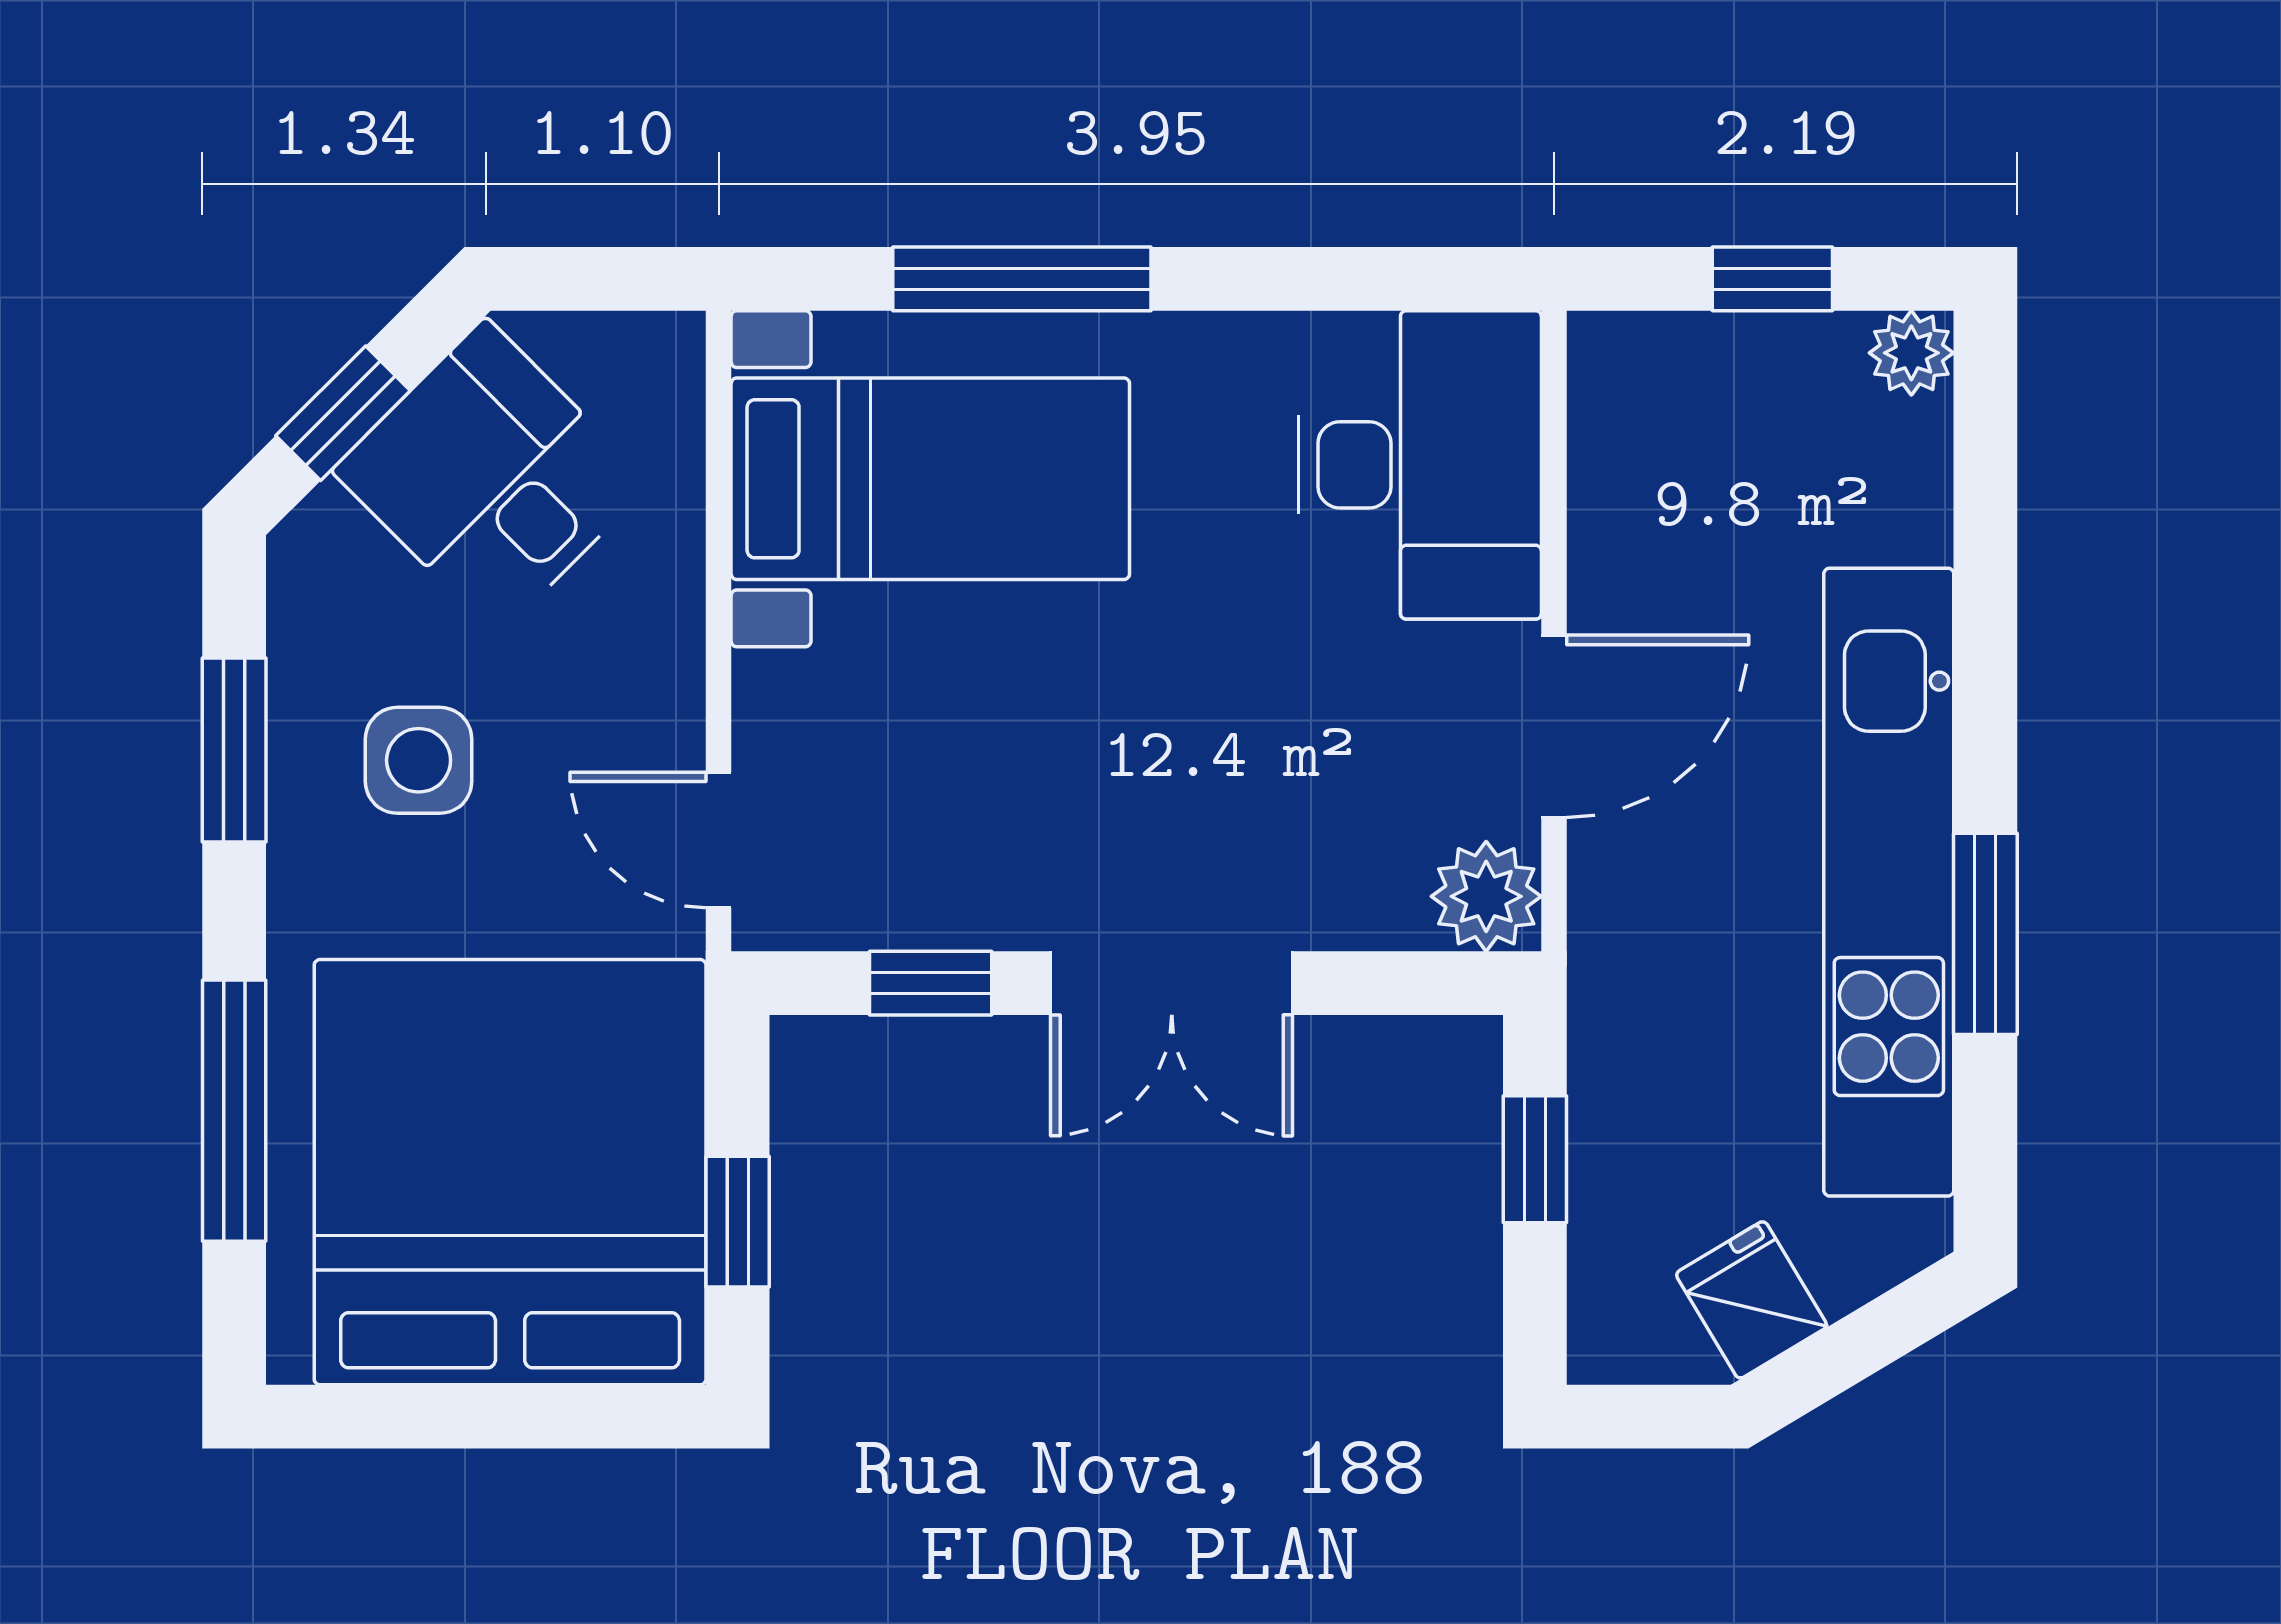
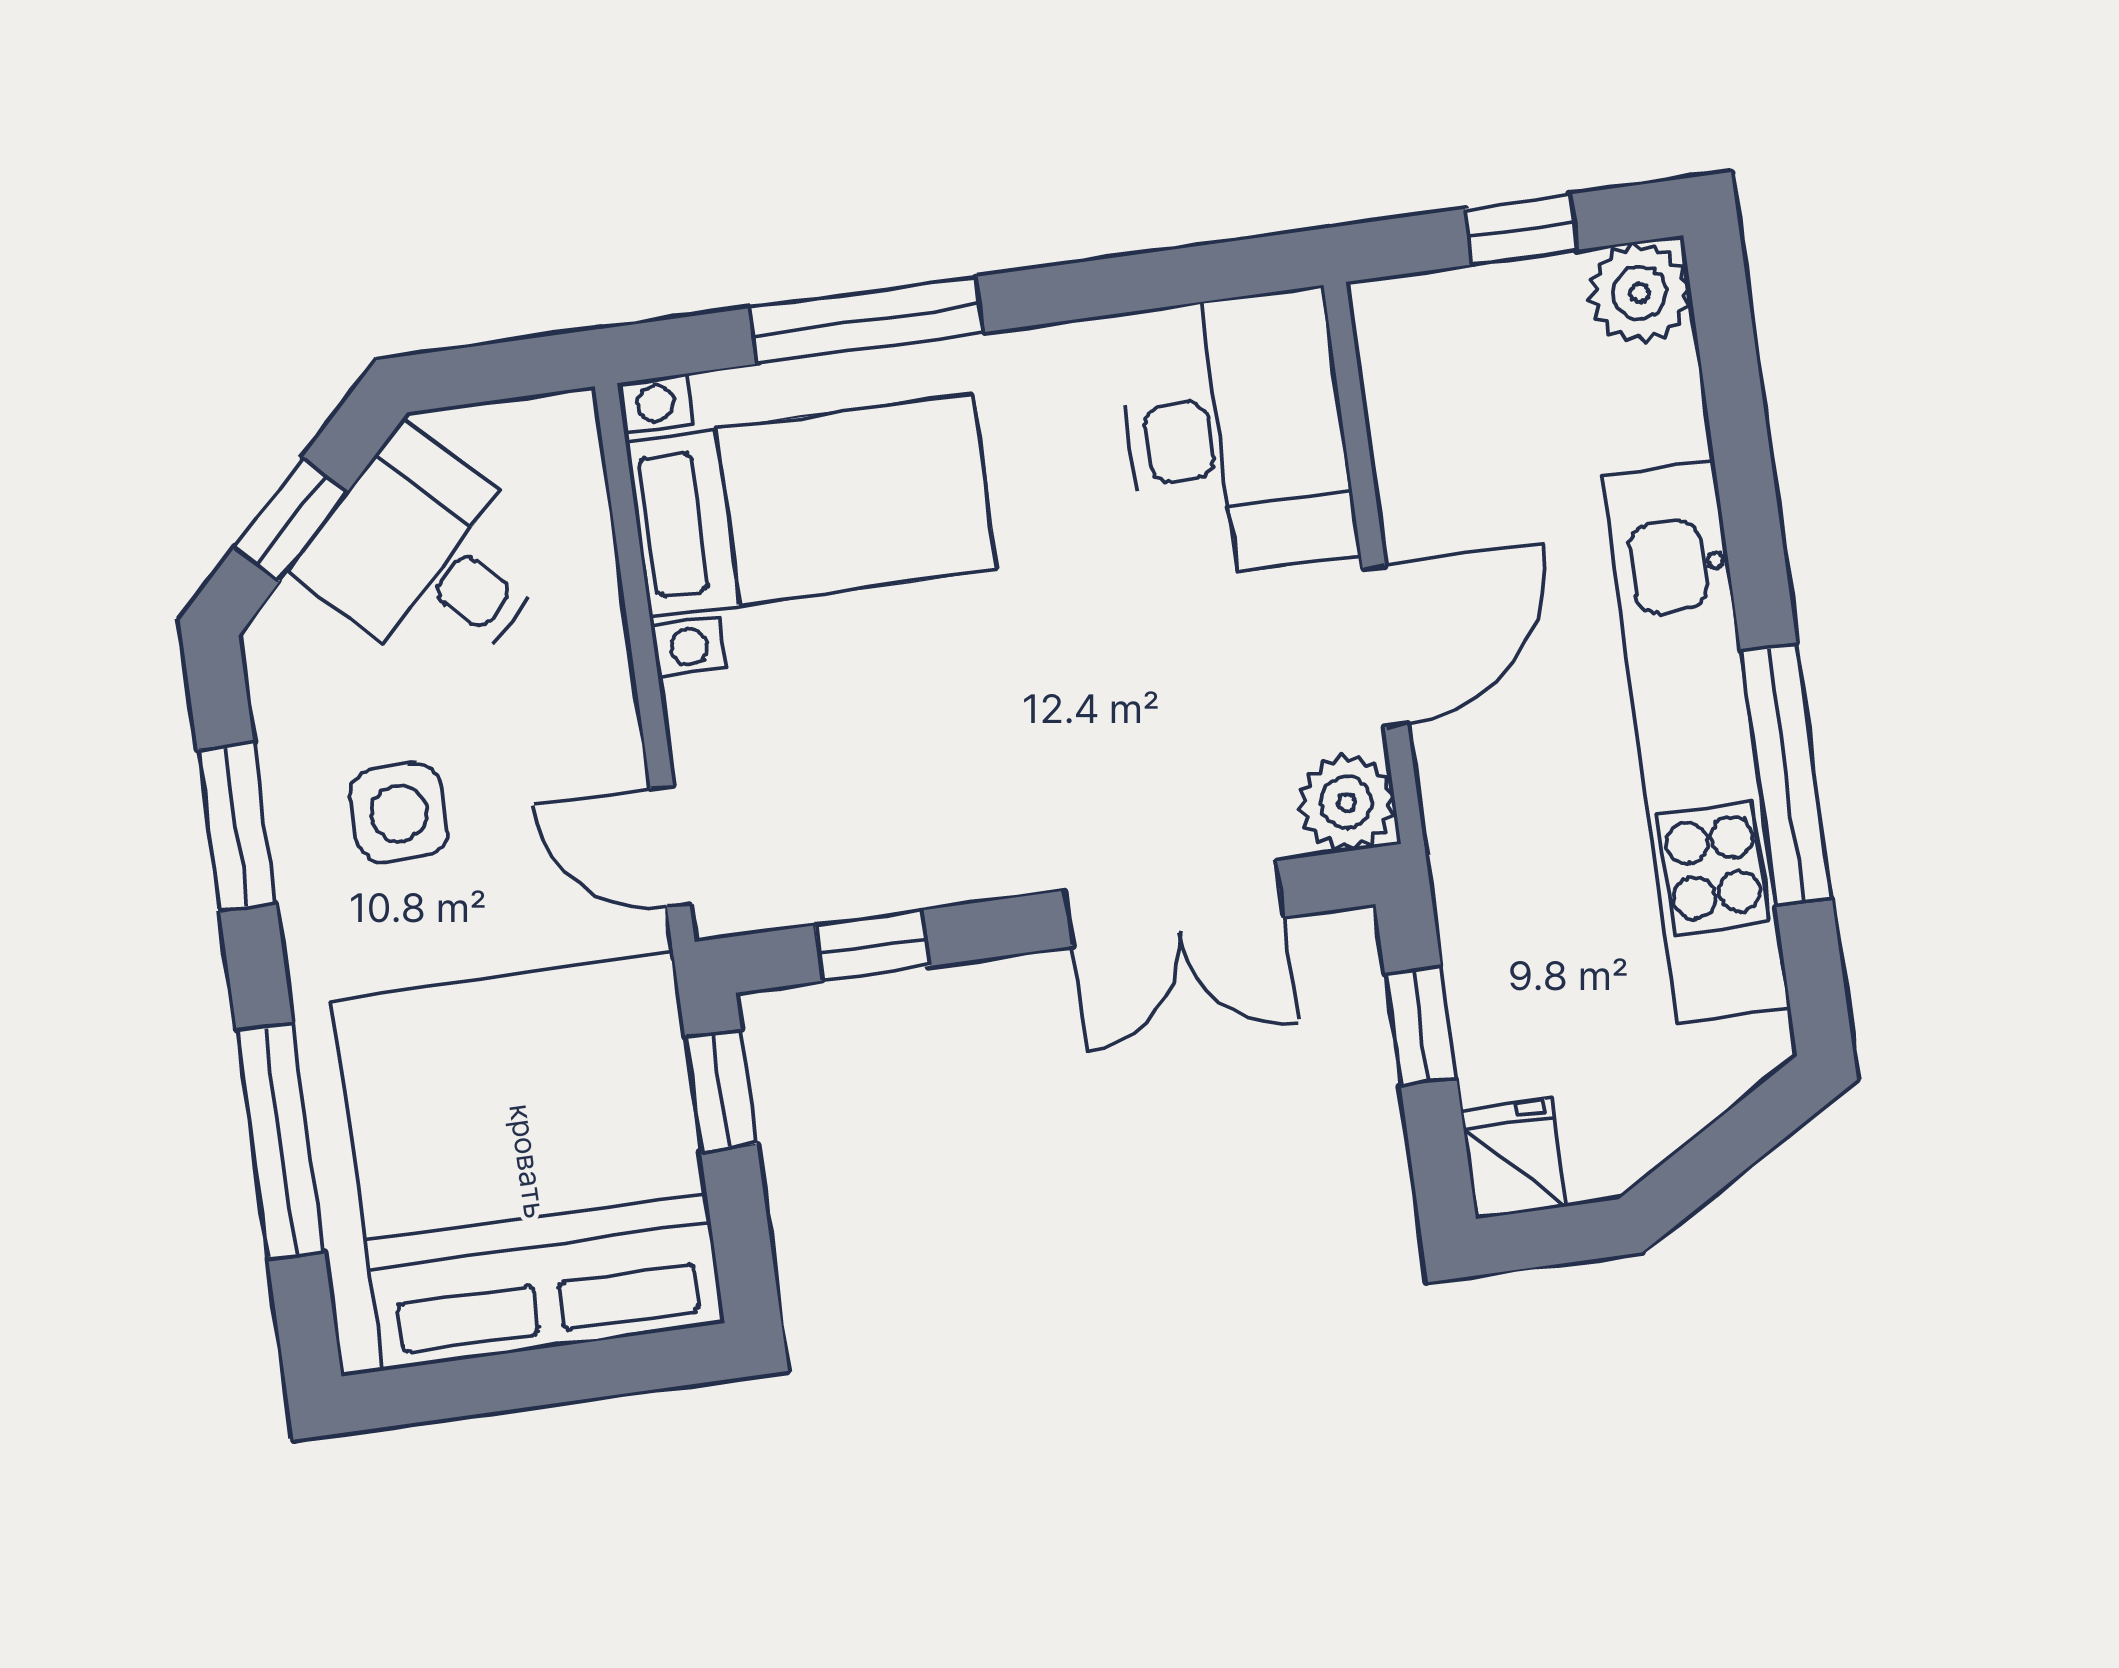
plant: (1911, 353) -> (1640, 293), width x1.38, depth x1.38
window: (1985, 934) -> (1786, 775), width x1.44
double door: (1172, 983) -> (1174, 904), moved
window: (738, 1222) -> (721, 1091), moved
fridge: (1752, 1300) -> (1514, 1158), moved, turned 31

